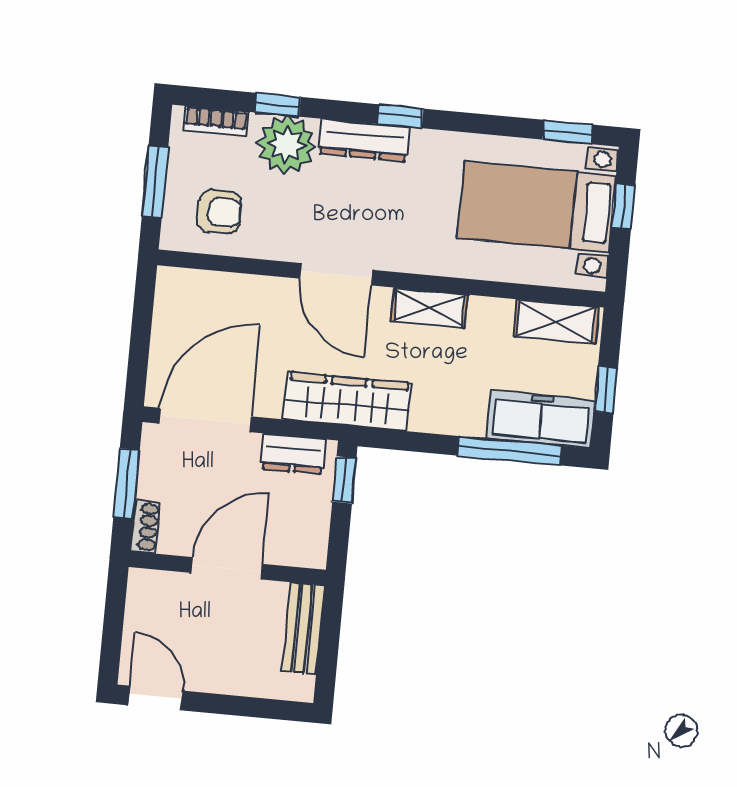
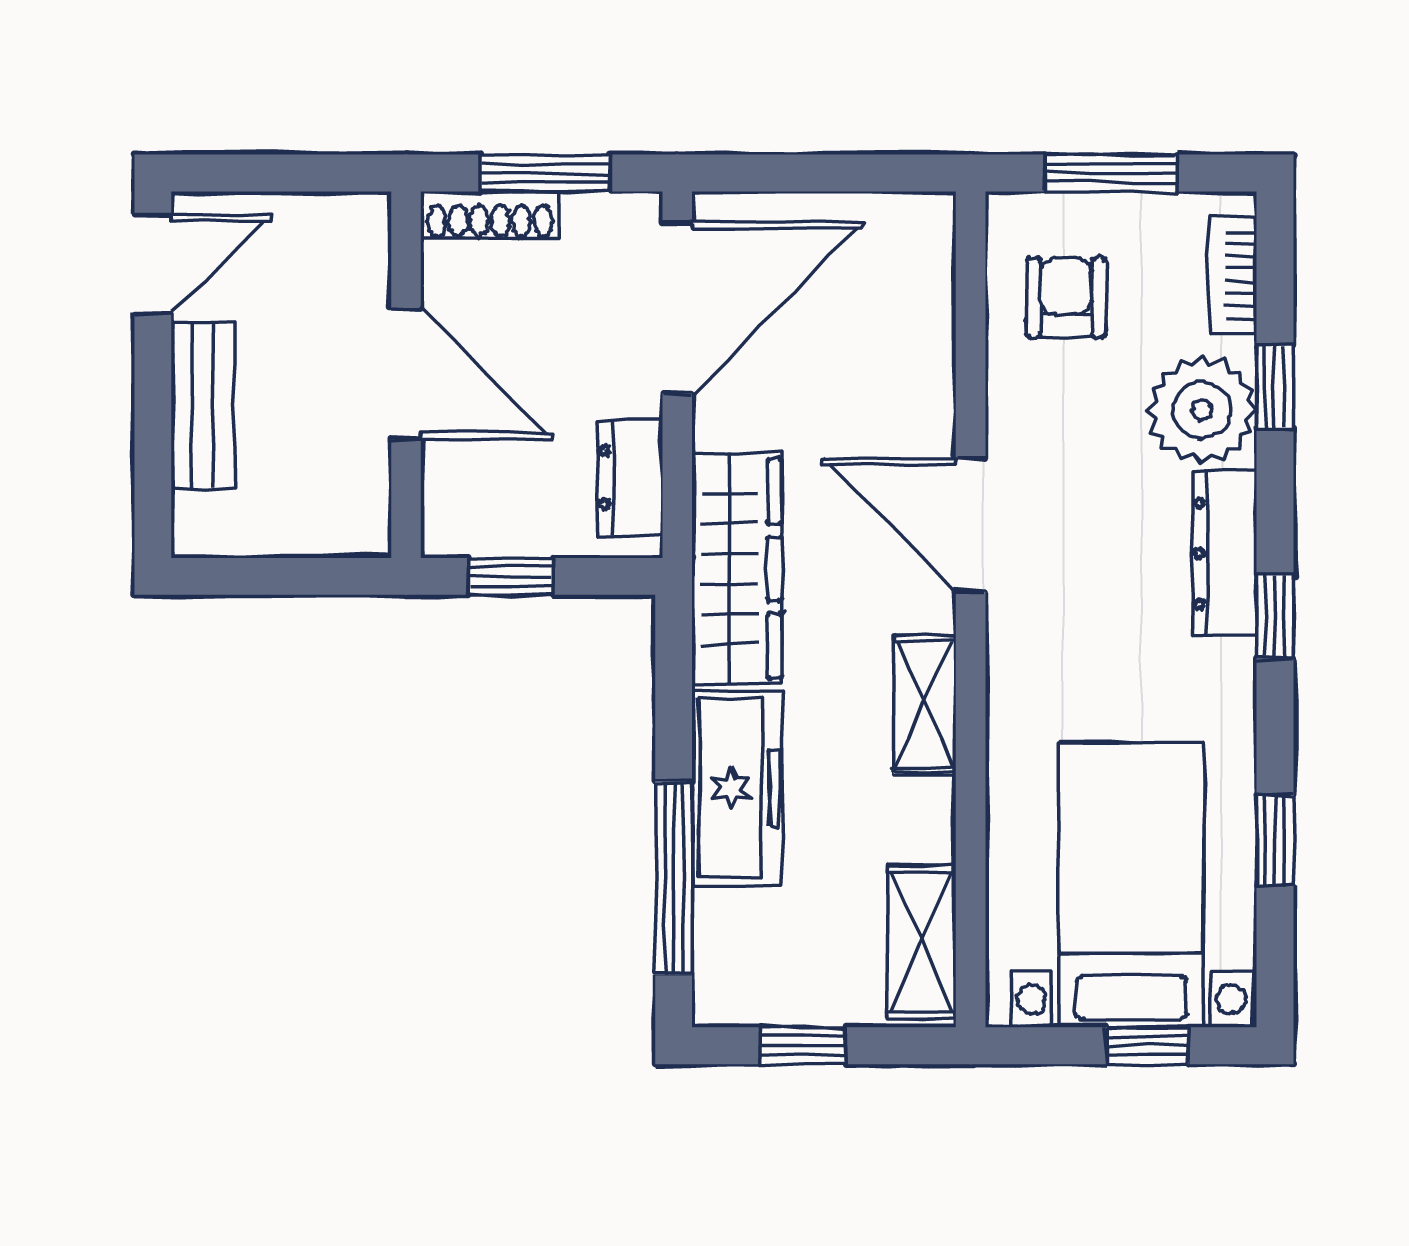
window: (568, 132) -> (1275, 840), moved
armchair: (219, 212) -> (1066, 297), turned 180
door: (336, 274) -> (971, 525), hinge flipped
freezer: (541, 419) -> (737, 788), moved
door: (205, 420) -> (677, 308), hinge flipped
window: (344, 480) -> (511, 576), moved
shoe rack: (145, 527) -> (490, 215), width x1.43
bench: (303, 628) -> (203, 405), moved, turned 90

